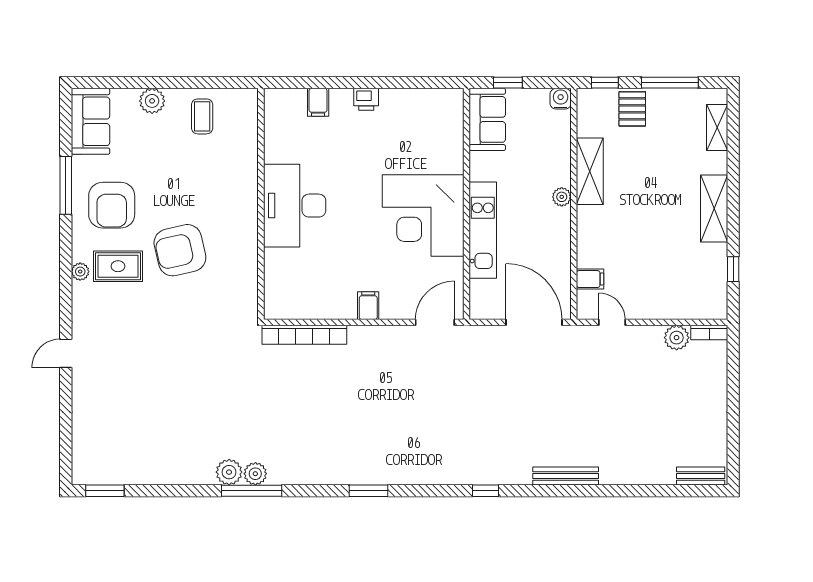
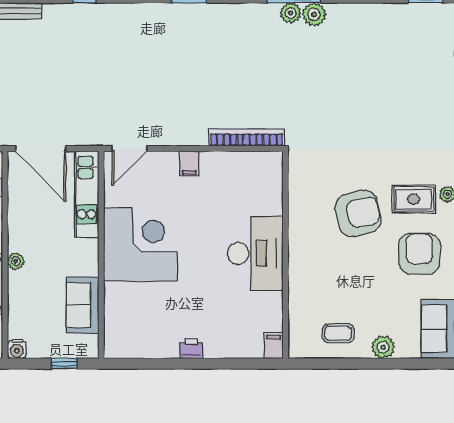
filing cabinet: (318, 102) -> (274, 346), moved
coffee table: (202, 116) -> (338, 333), turned 90
sofa: (487, 119) -> (83, 305), moved
kitchen unit: (483, 230) -> (87, 194), moved

